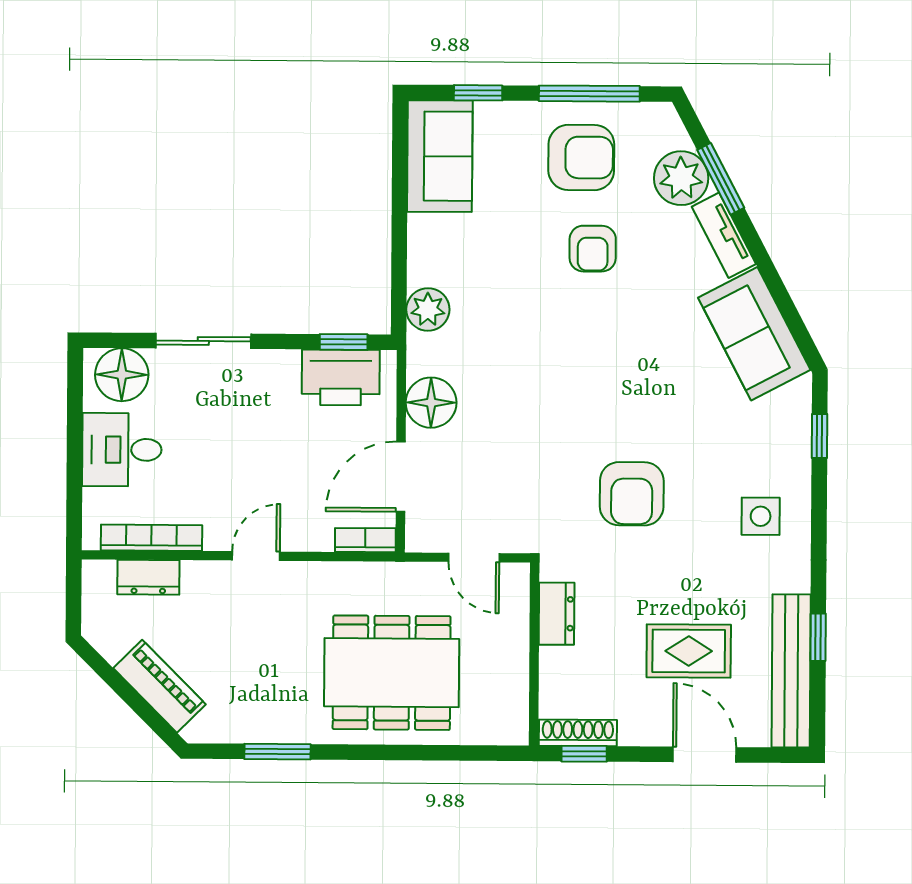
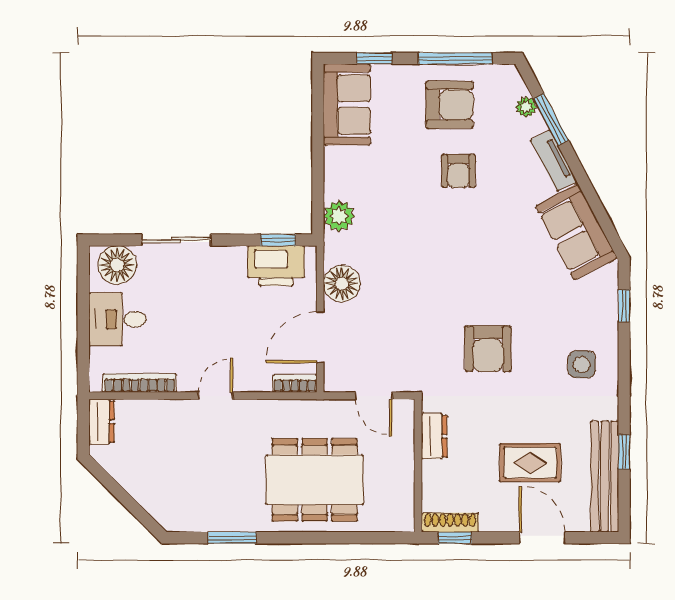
plant: (681, 178) -> (526, 107), width x0.53, depth x0.53
dresser: (148, 577) -> (101, 422), moved, turned -90
piano: (160, 686) -> (146, 491), removed

